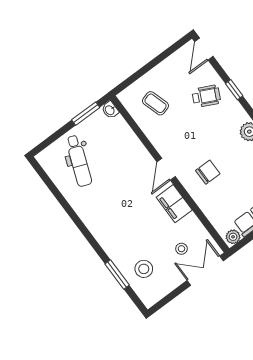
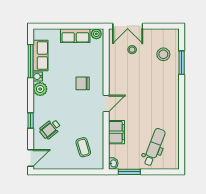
wheelchair: (206, 96) -> (50, 129), turned -65
filing cabinet: (174, 204) -> (117, 132), moved

